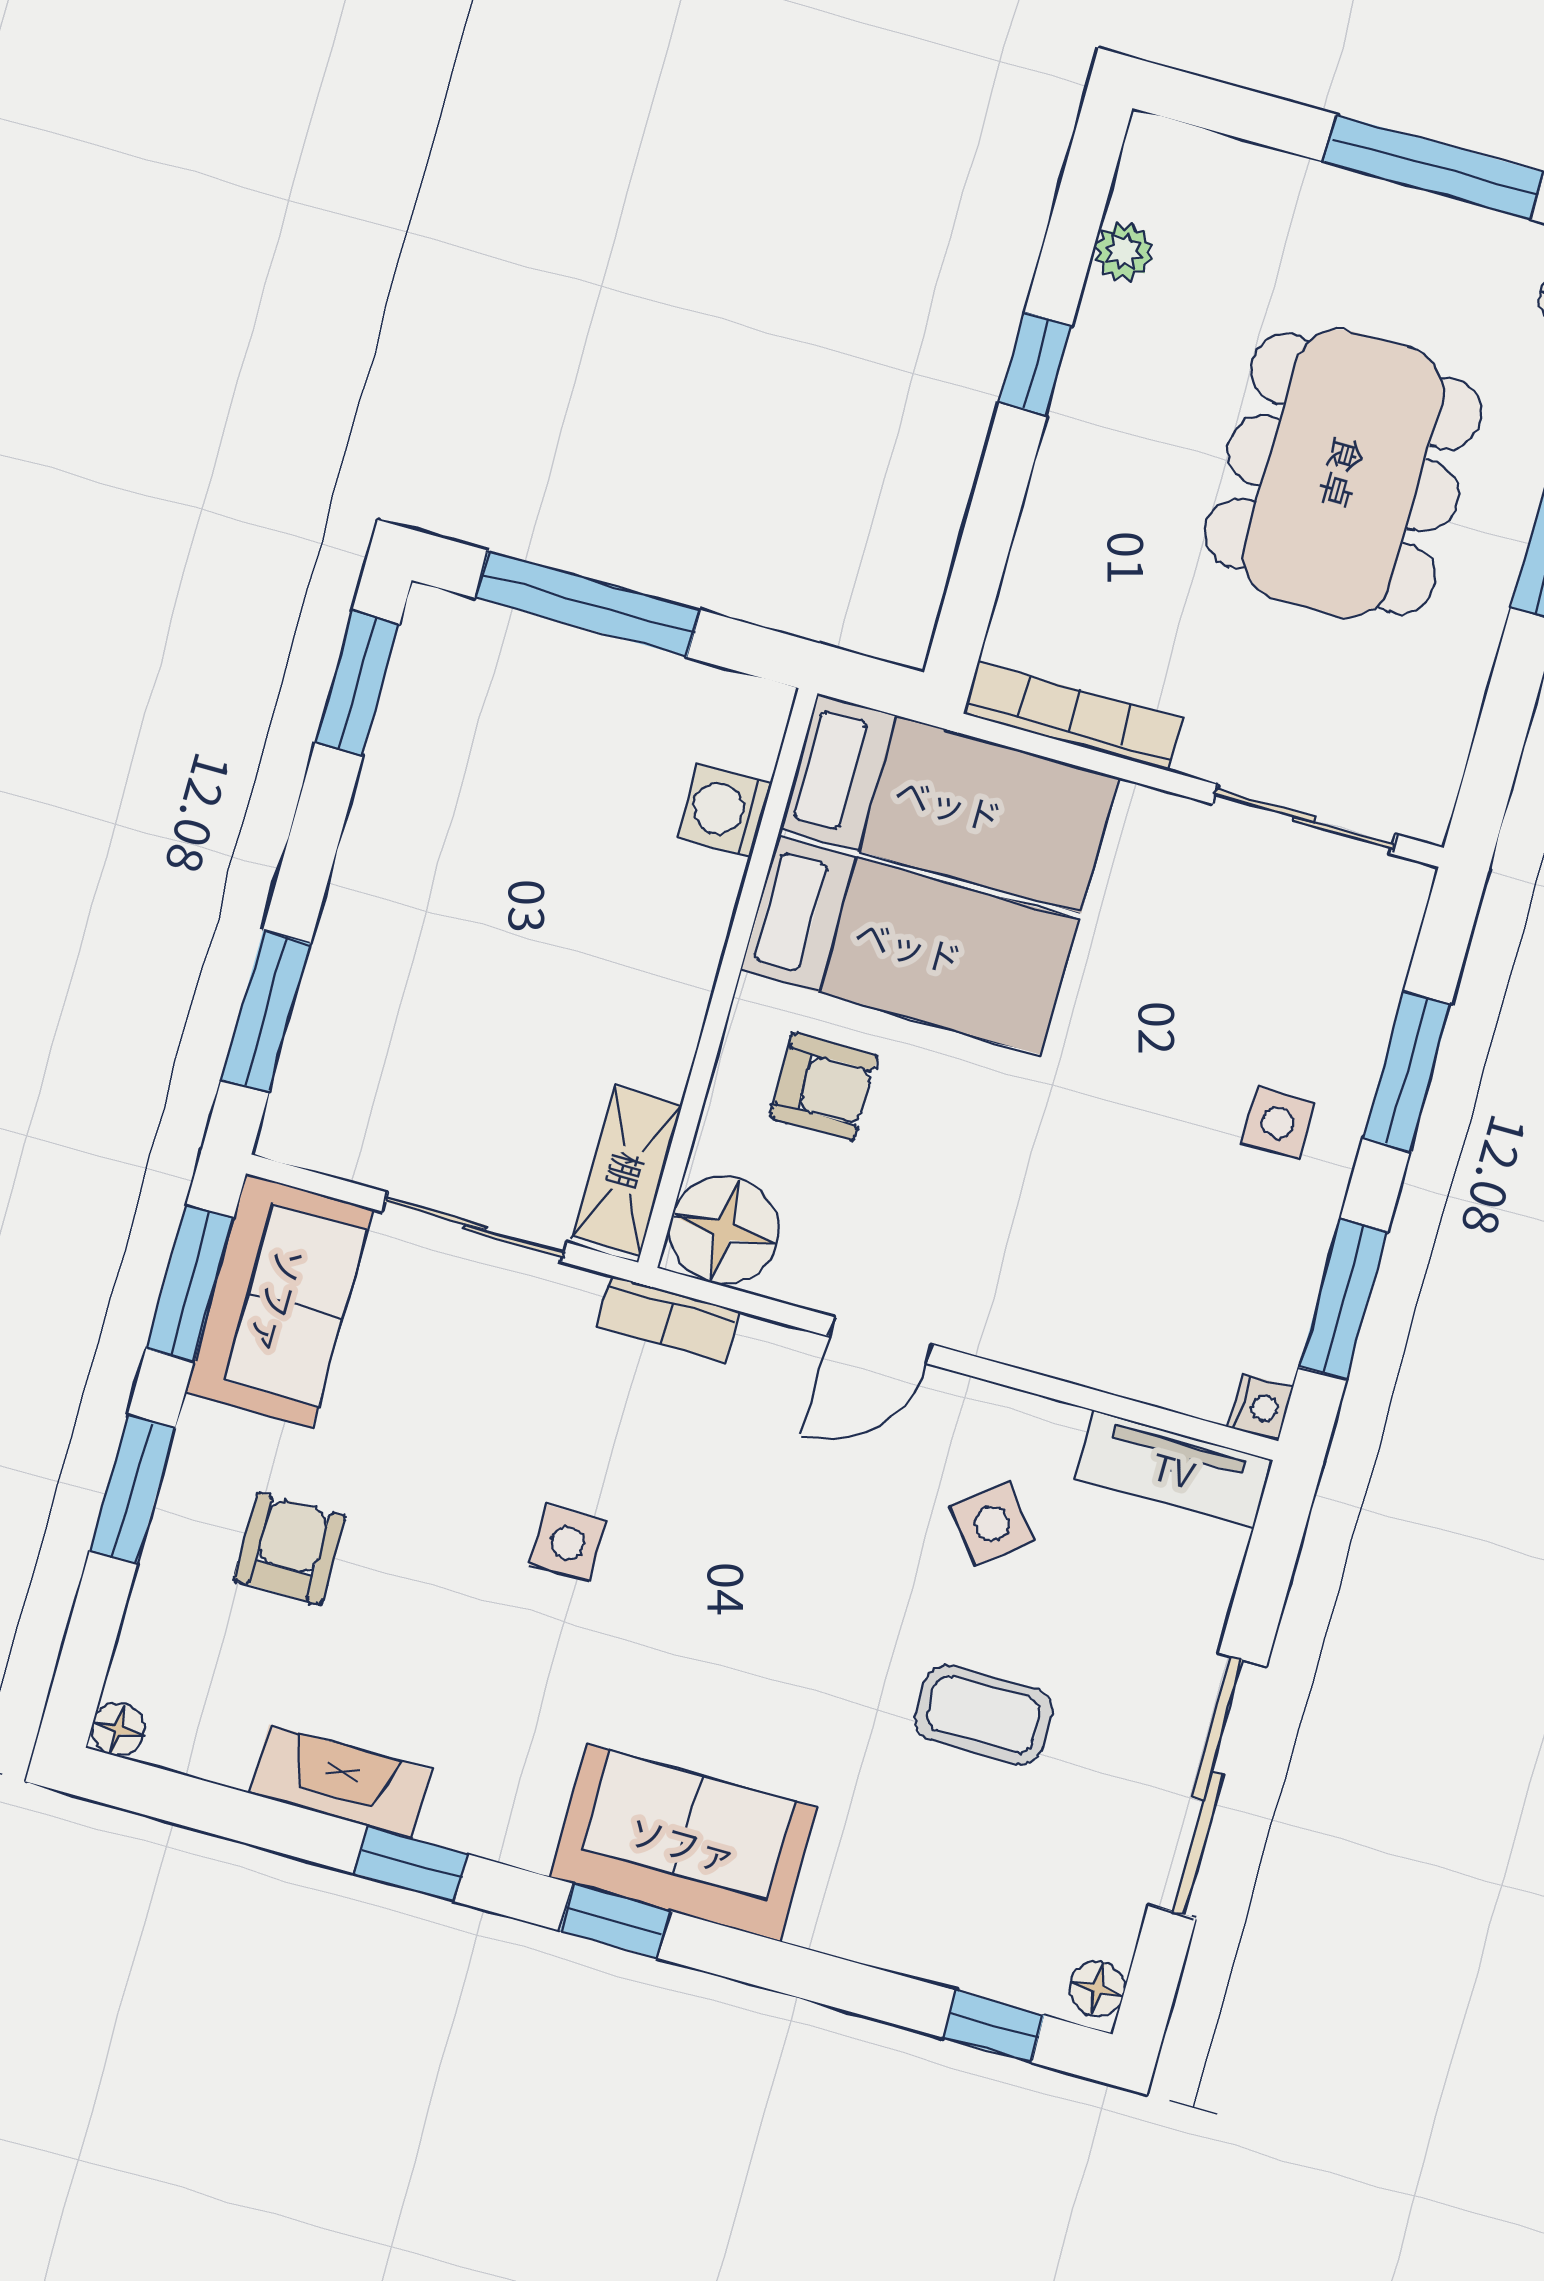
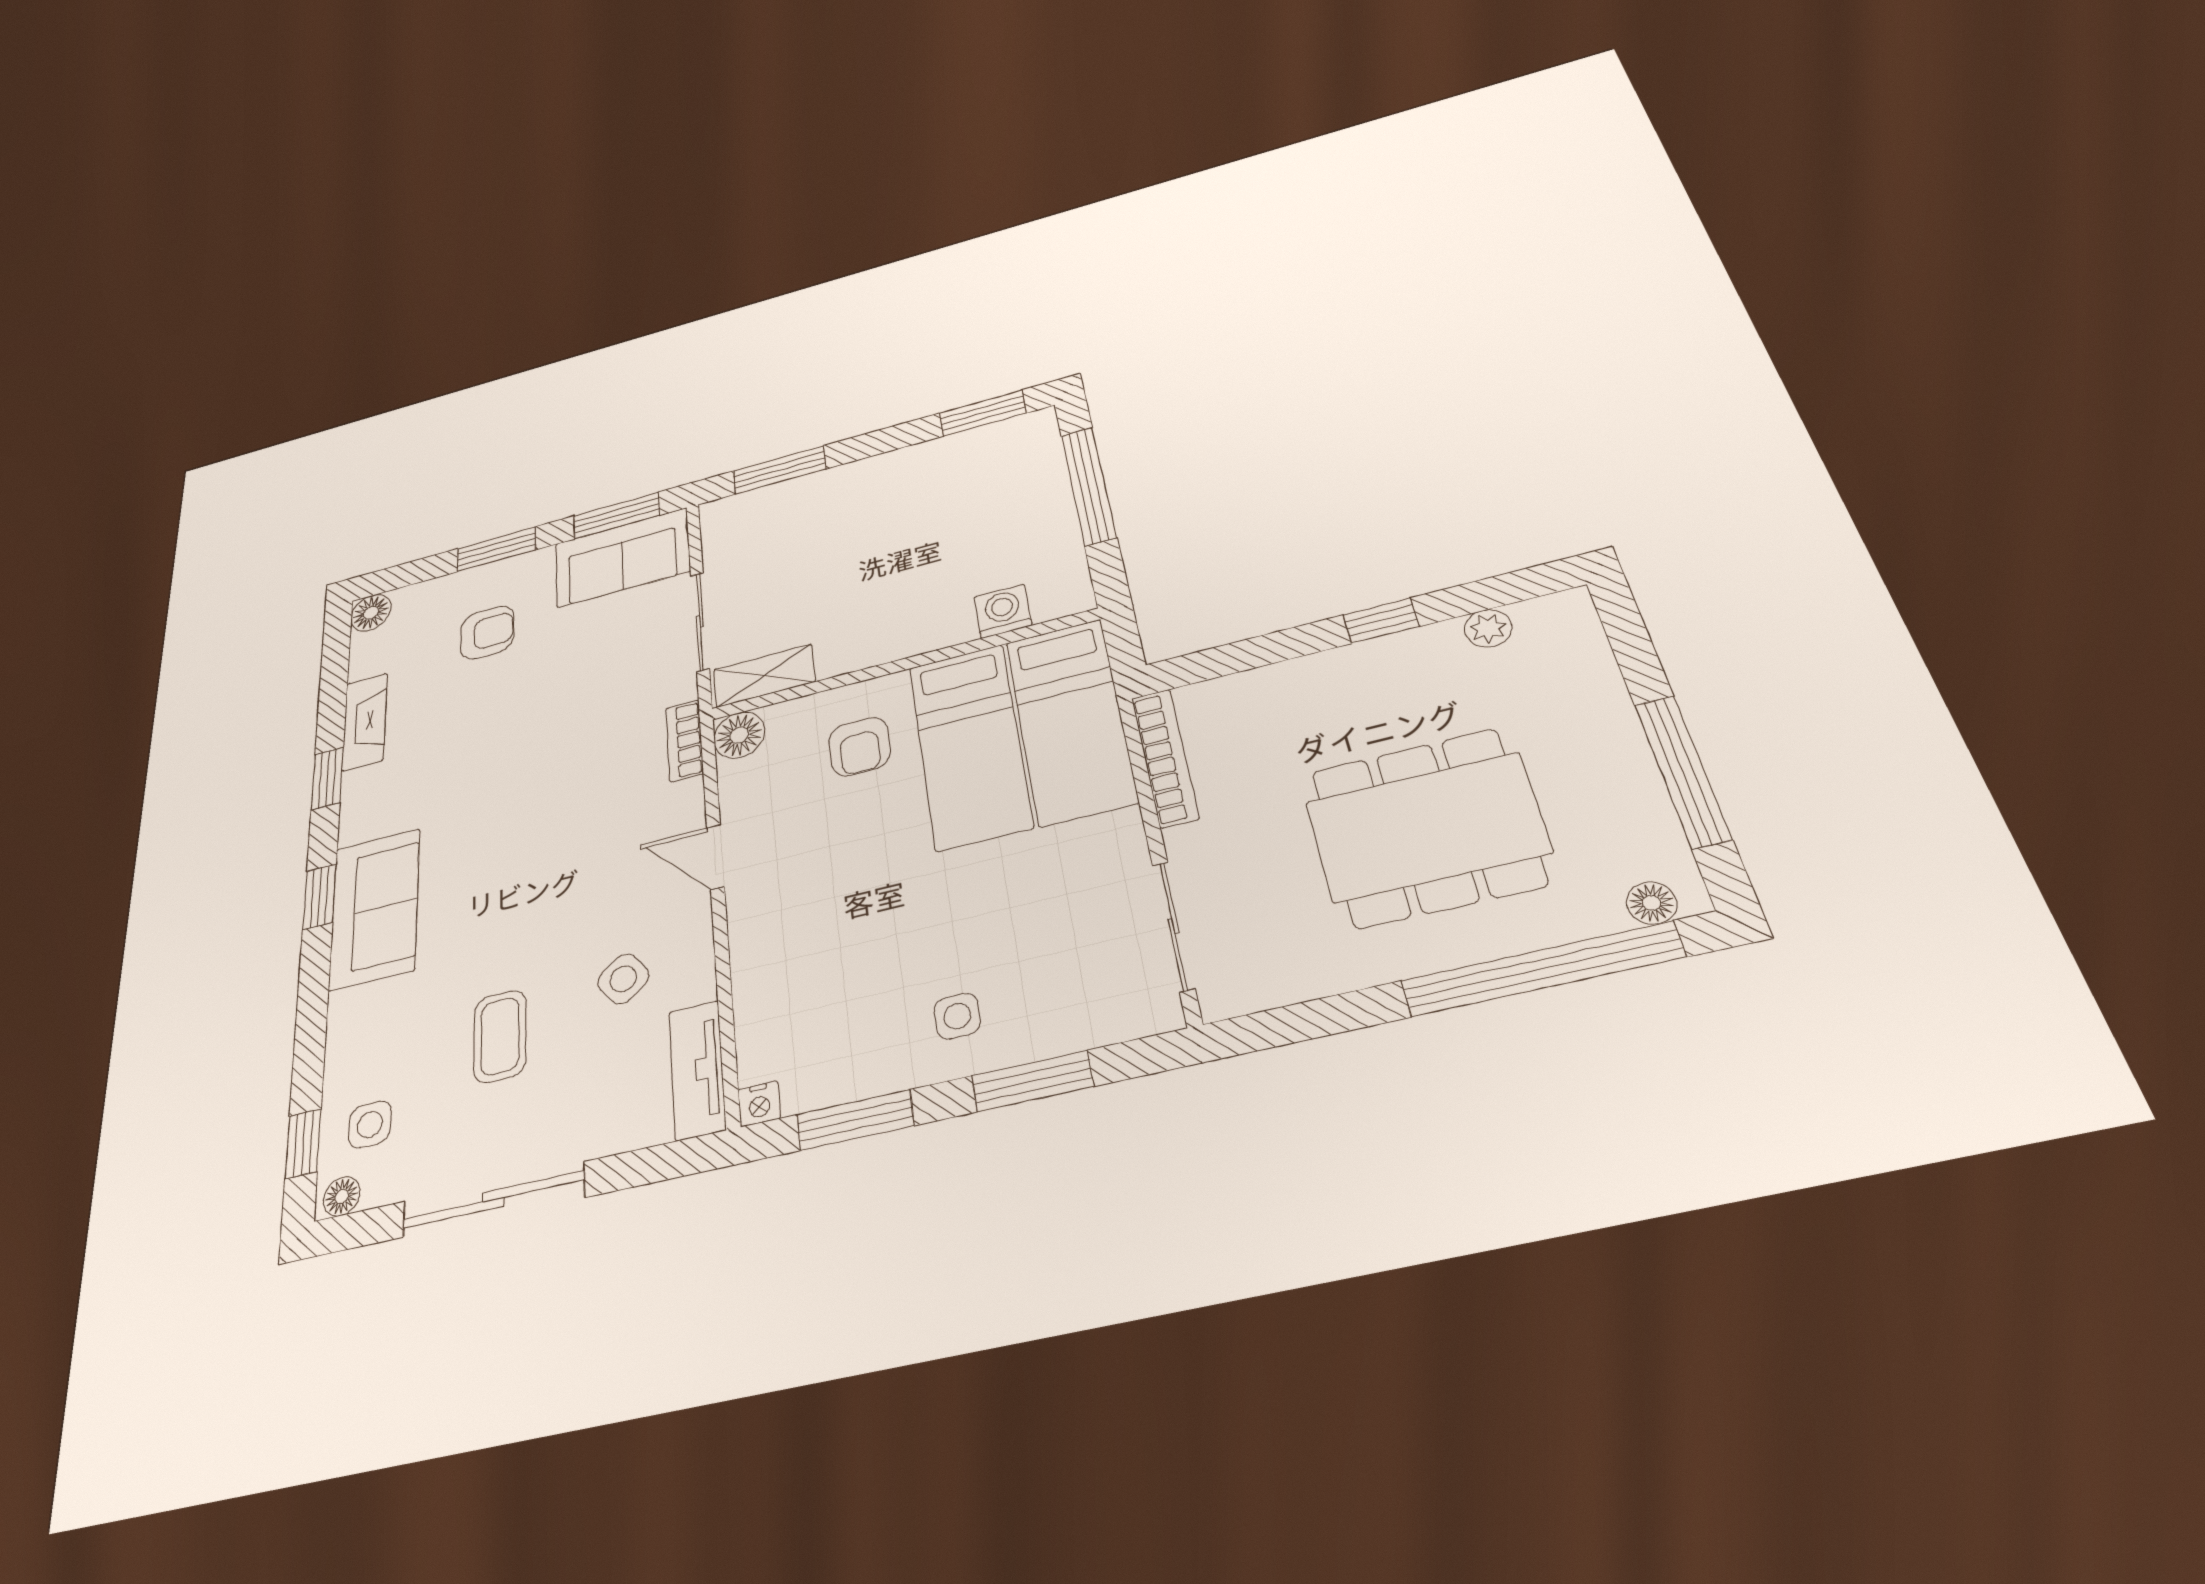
floor lamp: (724, 1230) -> (739, 735), width x0.73, depth x0.73
side table: (568, 1543) -> (370, 1124), moved
floor lamp: (118, 1729) -> (371, 613), width x1.37, depth x1.37

